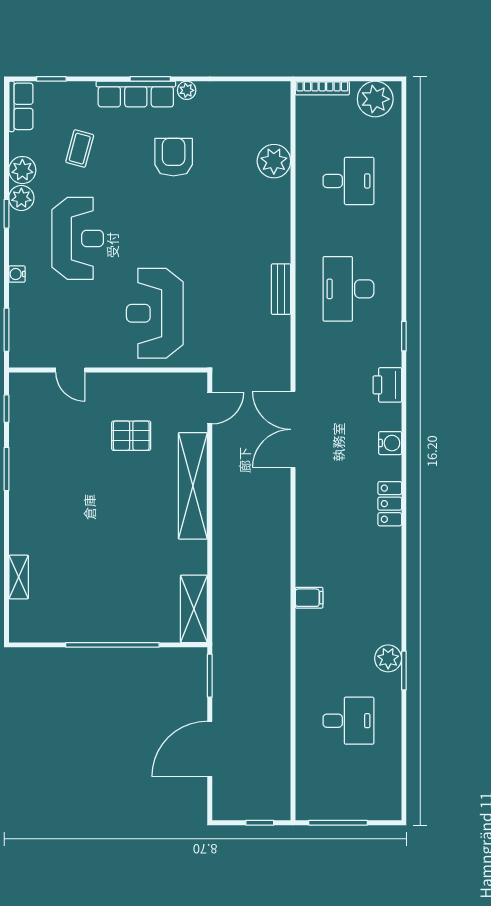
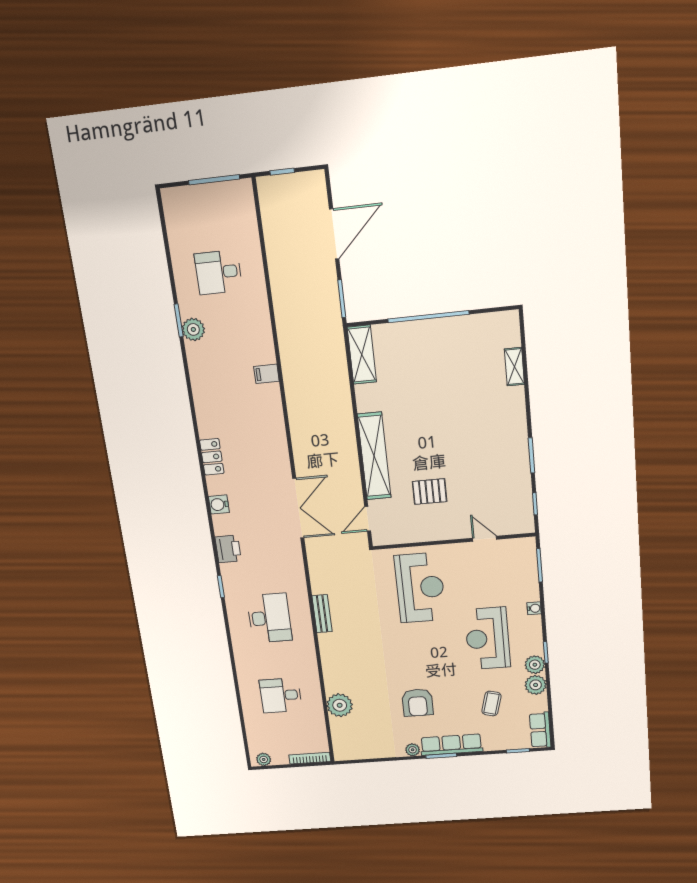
plant: (375, 99) -> (264, 759), width x0.53, depth x0.53

